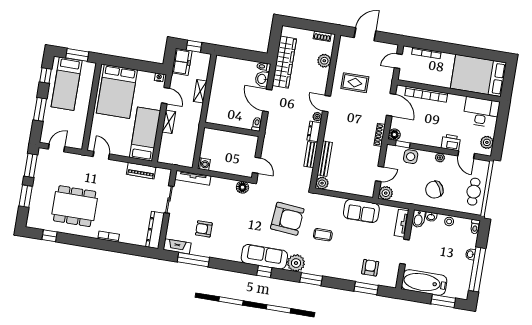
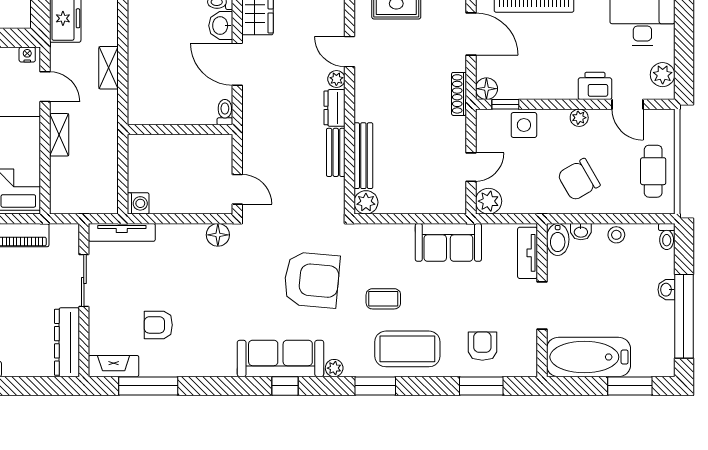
plant: (296, 263) -> (334, 368), width x0.53, depth x0.53
coffee table: (331, 263) -> (407, 349), added

